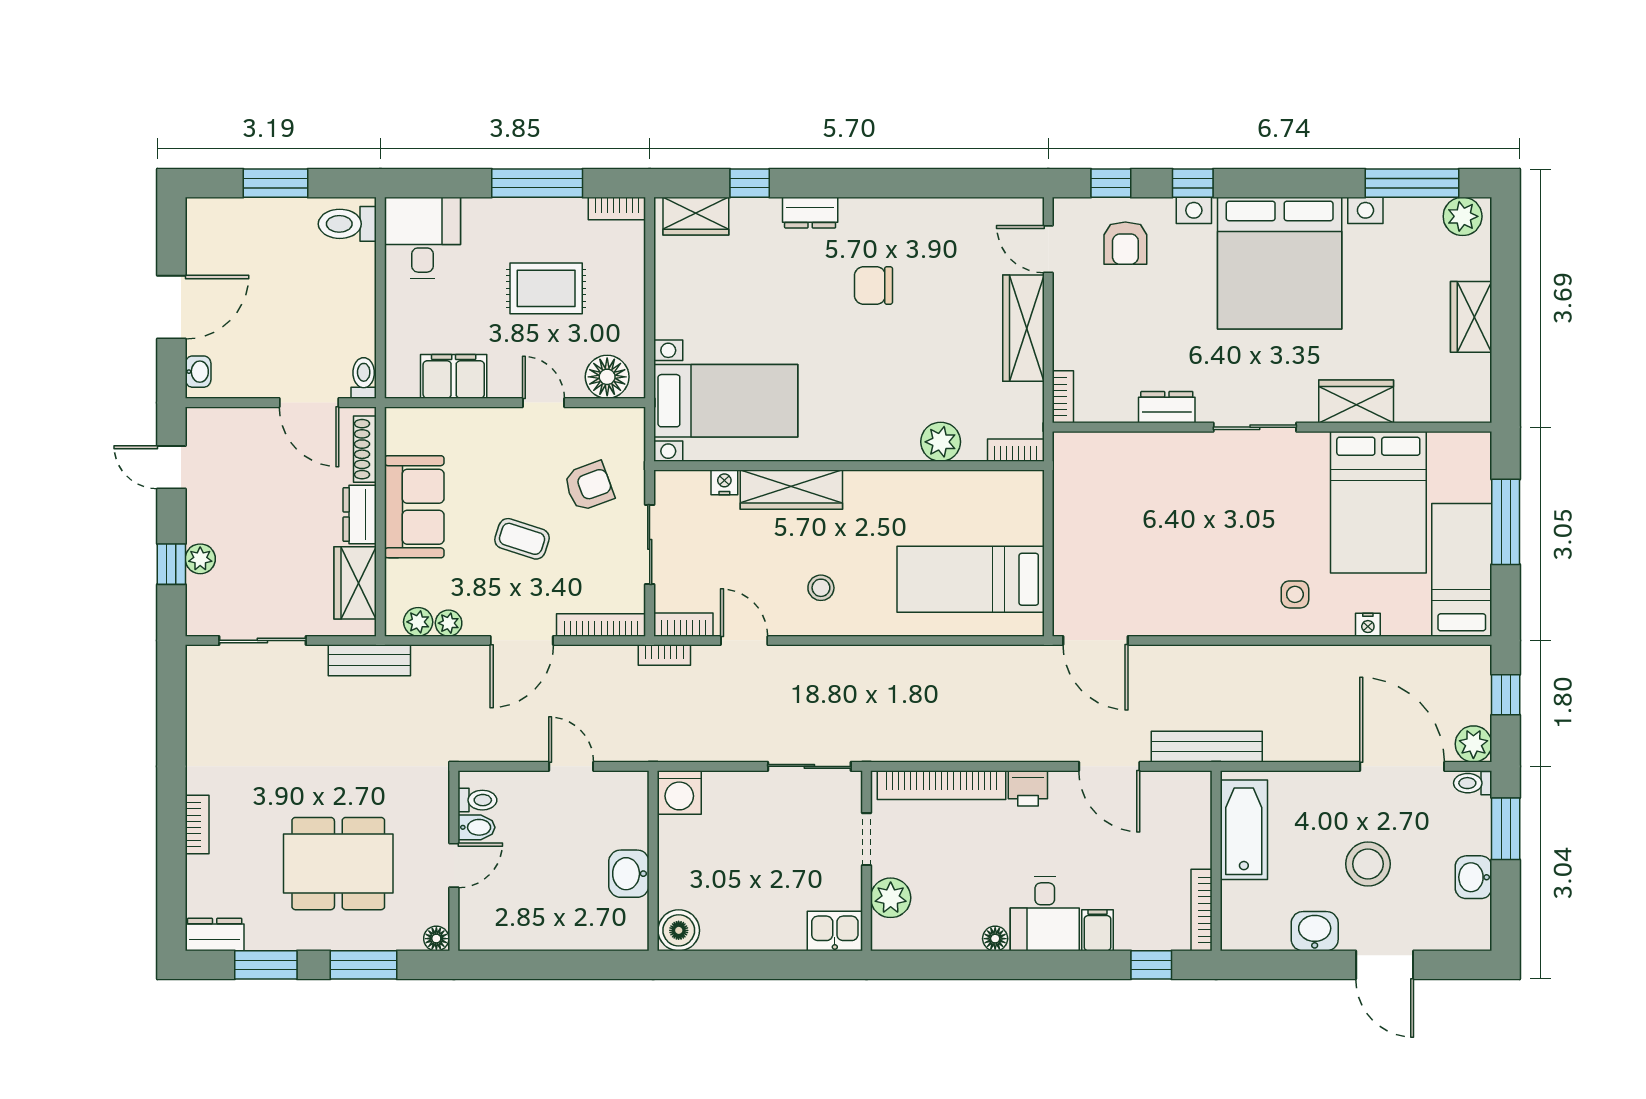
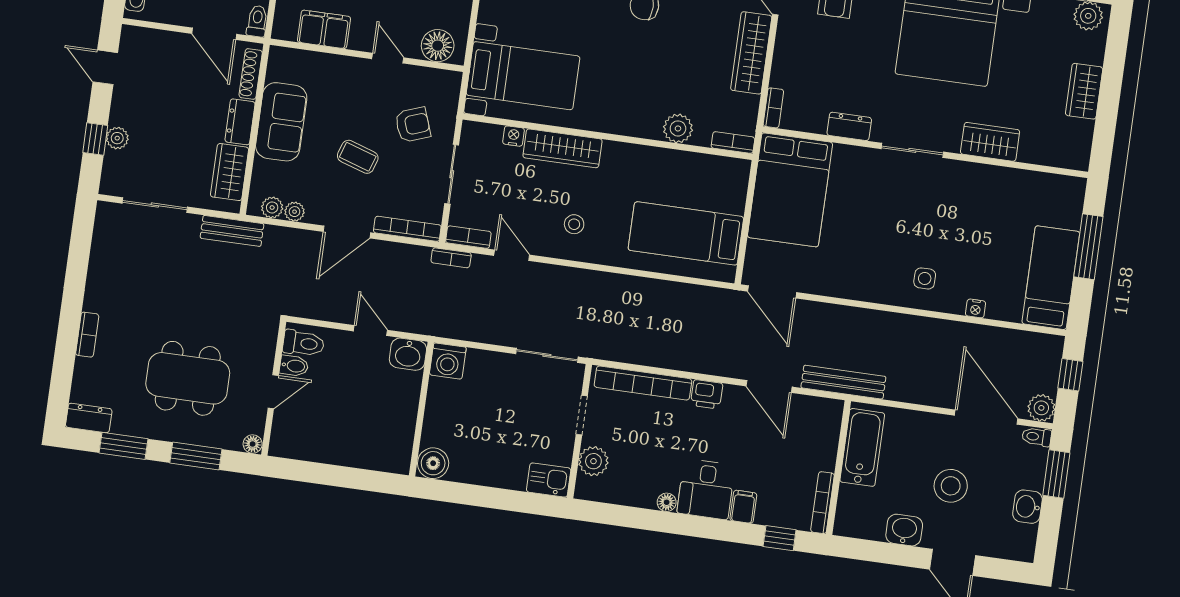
bed: (1378, 502) -> (790, 190), moved
toilet: (477, 800) -> (303, 343), width x1.37, depth x1.39
washbasin: (629, 874) -> (408, 354), moved, turned -90

